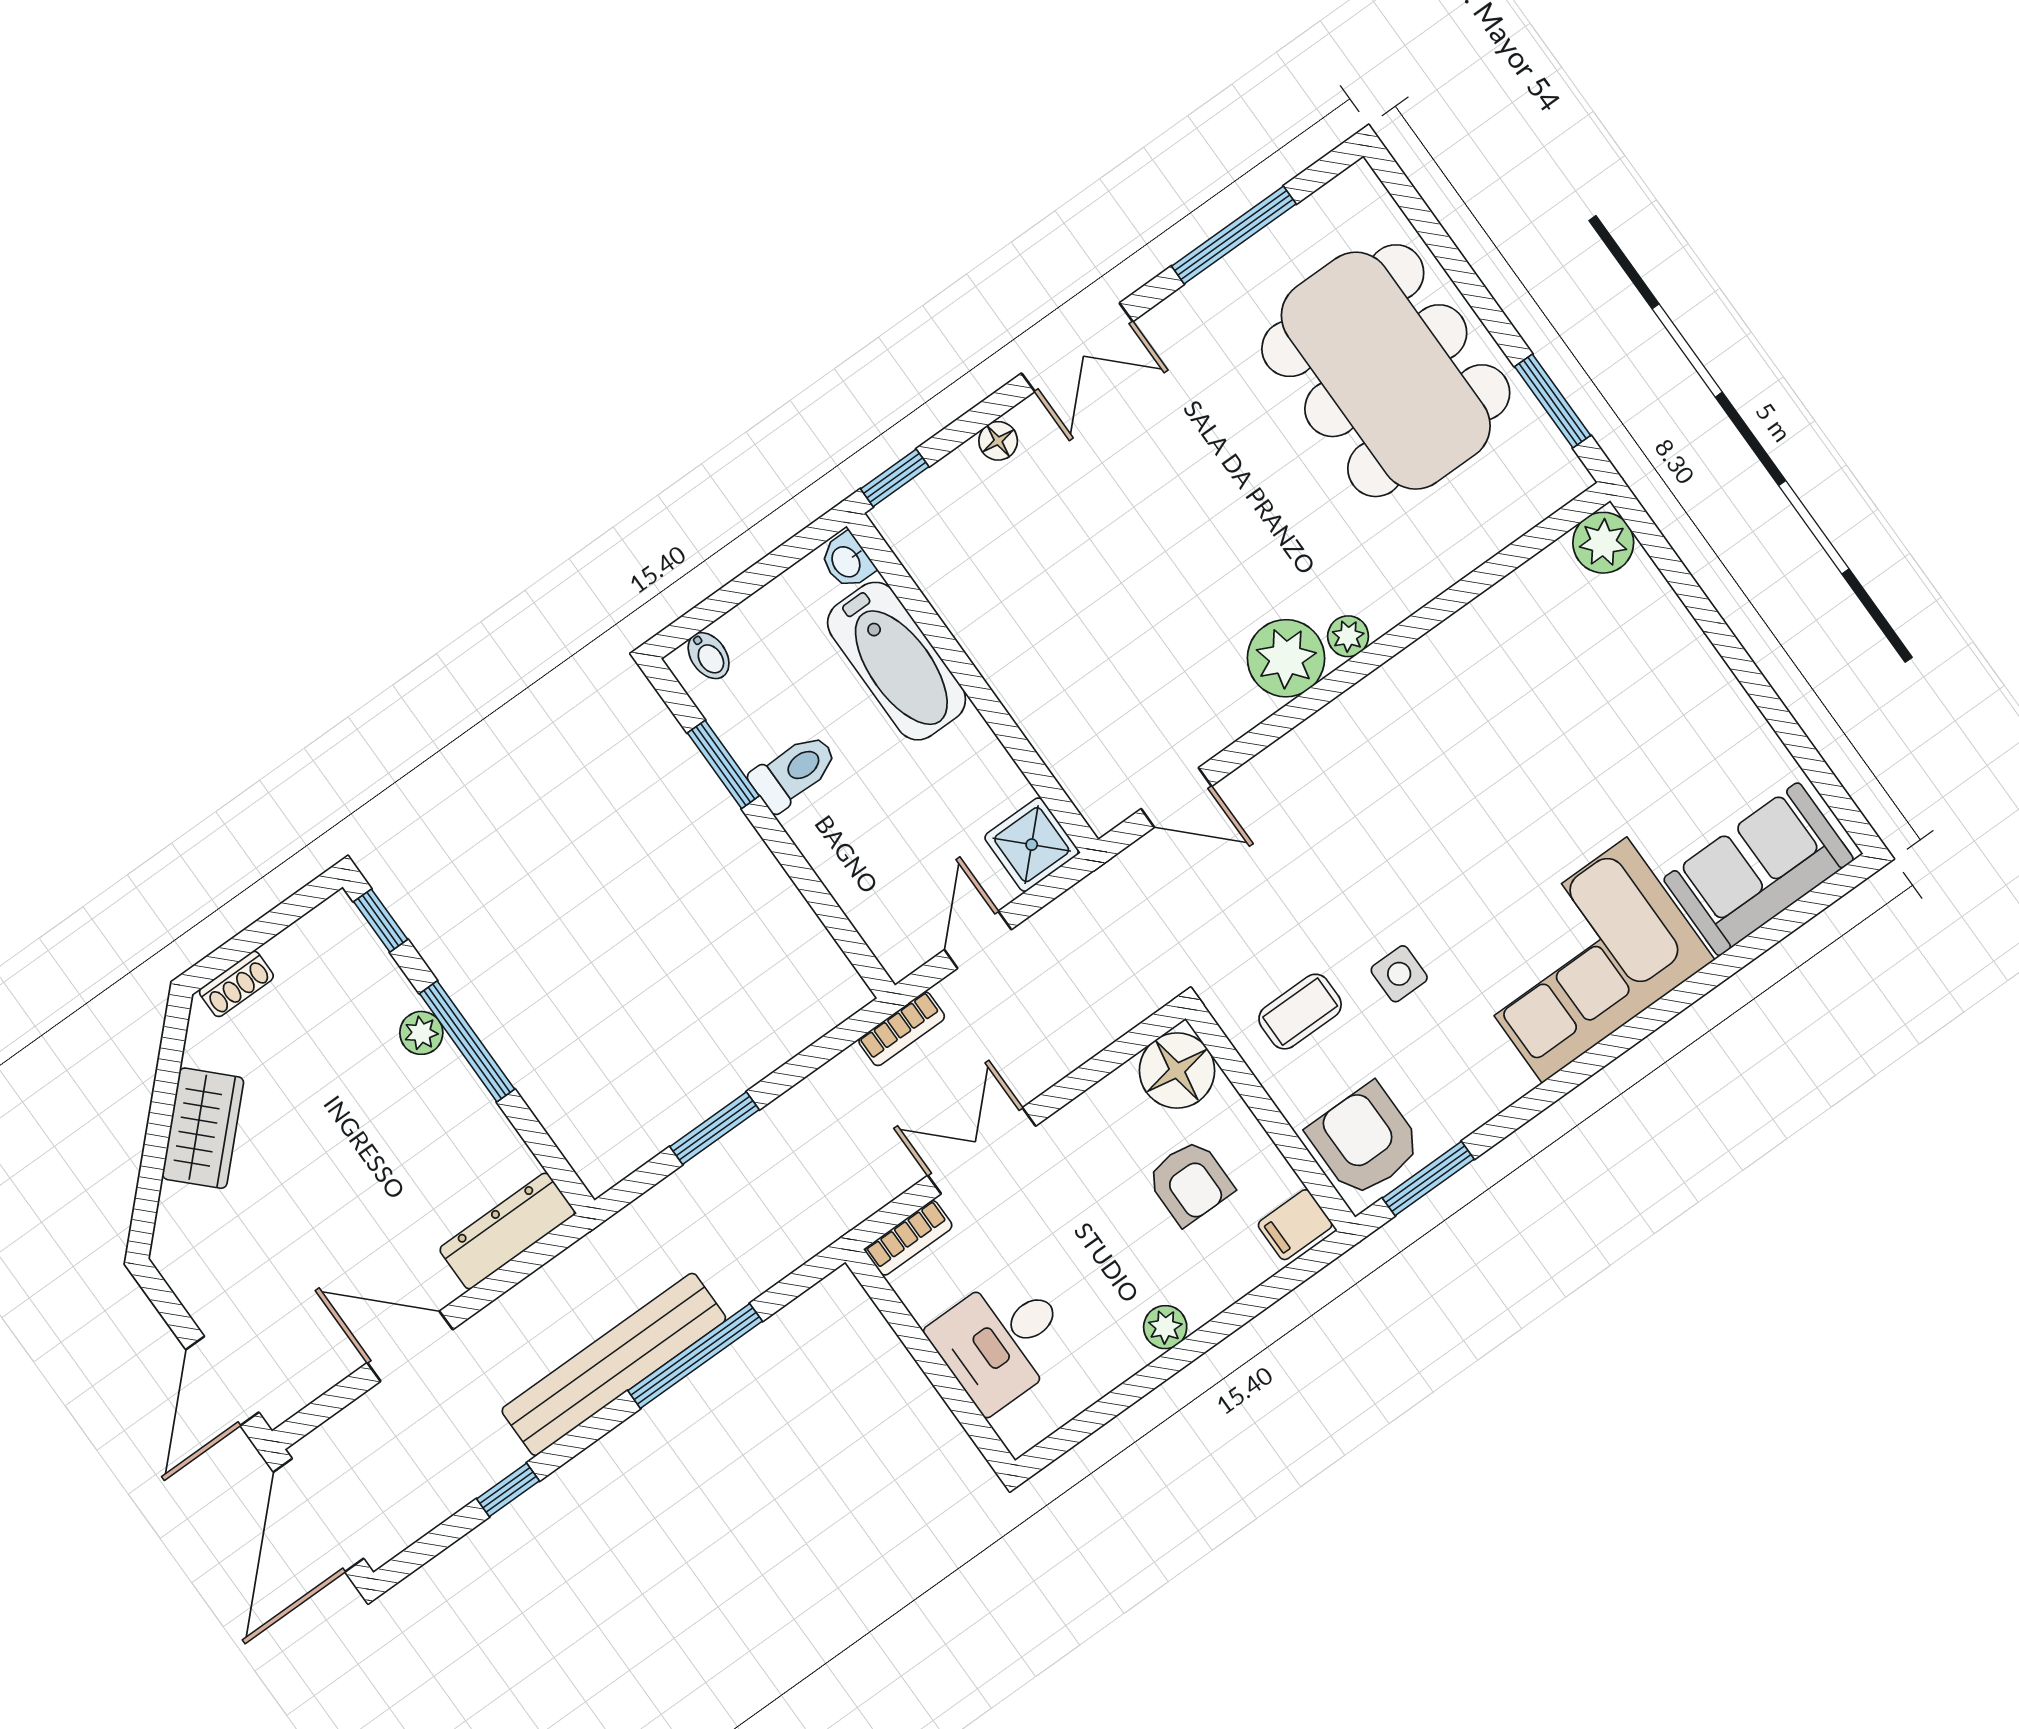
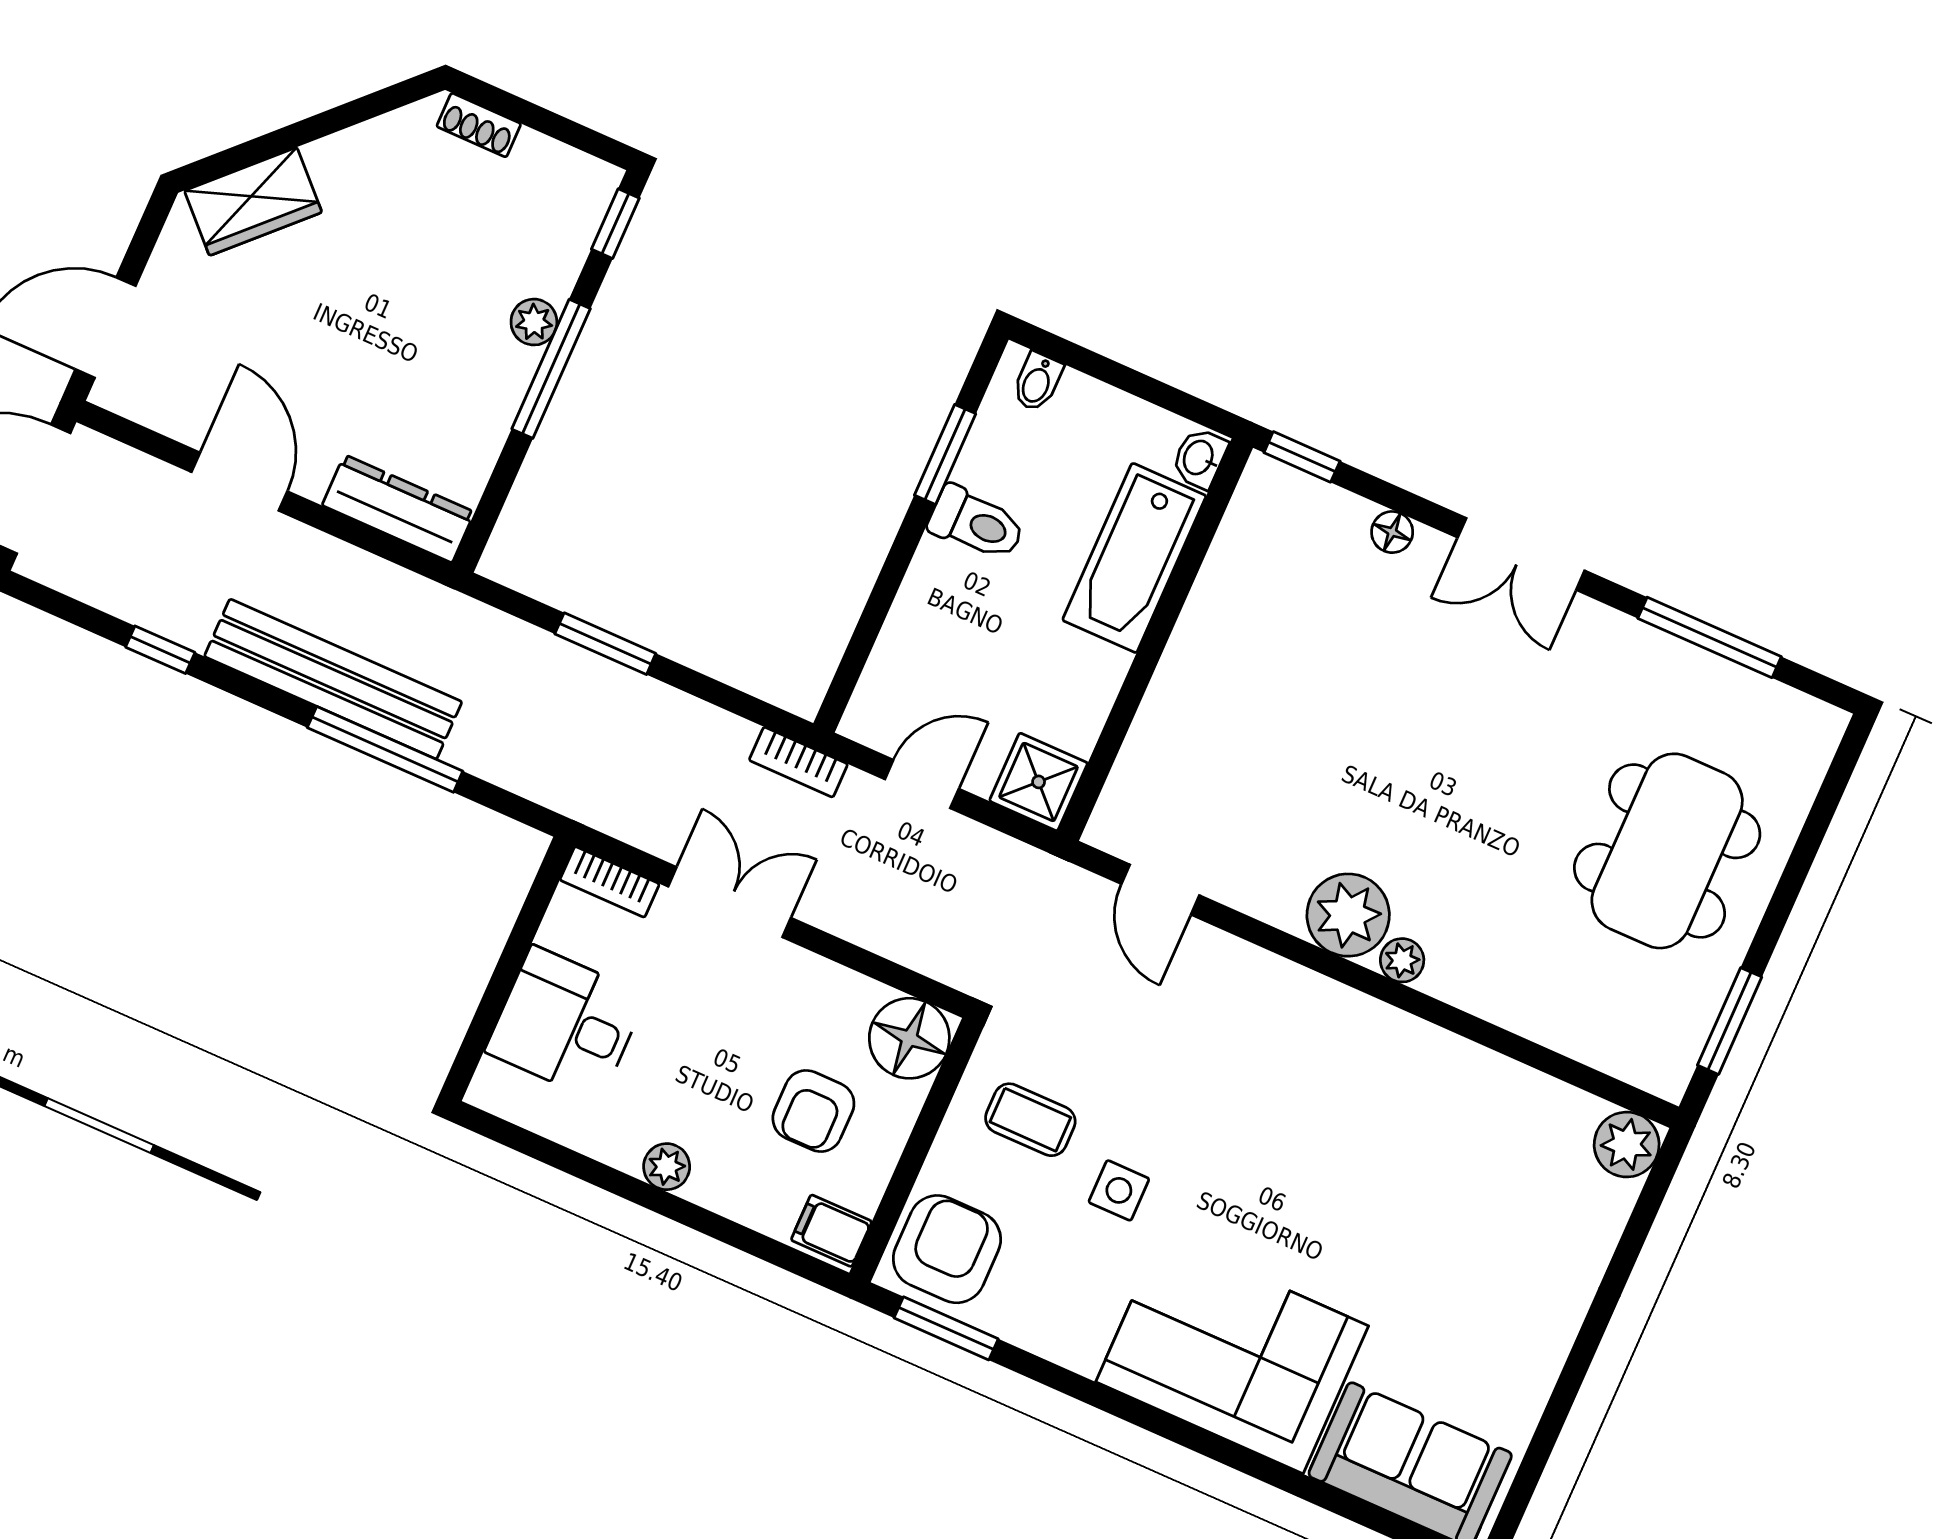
dining table: (1386, 371) -> (1667, 851), width x0.73, depth x0.80
wardrobe: (203, 1128) -> (253, 201), moved

